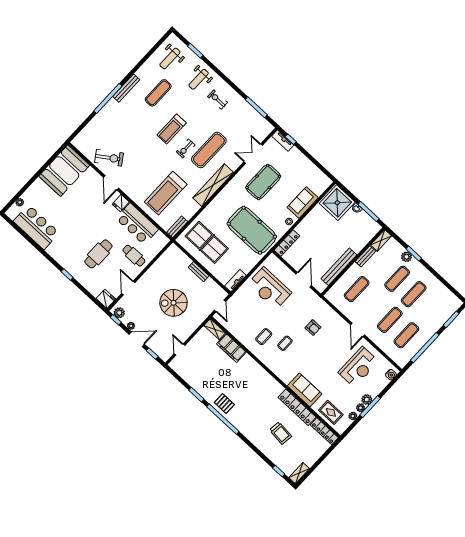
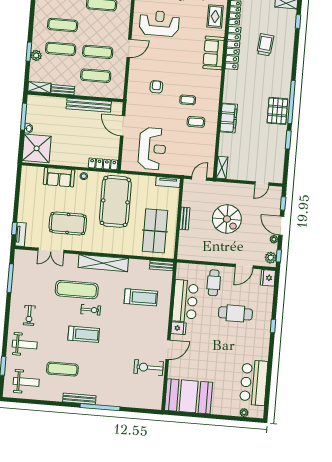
exercise bike: (109, 158) -> (149, 368), turned -55
treadmill: (166, 193) -> (141, 297), width x0.73, depth x0.73
door: (304, 280) -> (123, 126), hinge flipped
exercise mat: (390, 320) -> (98, 52), moved
filing cabinet: (231, 348) -> (229, 118), moved
pallet: (224, 403) -> (277, 111), width x1.50, depth x1.42

